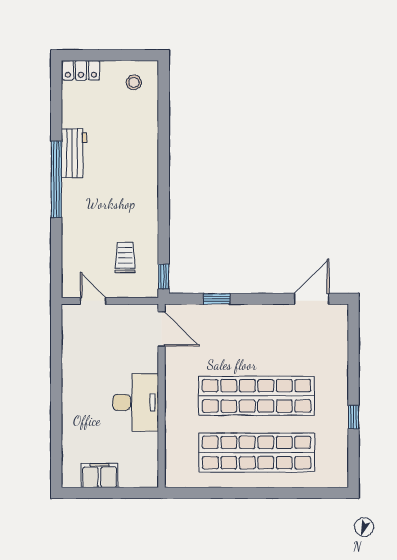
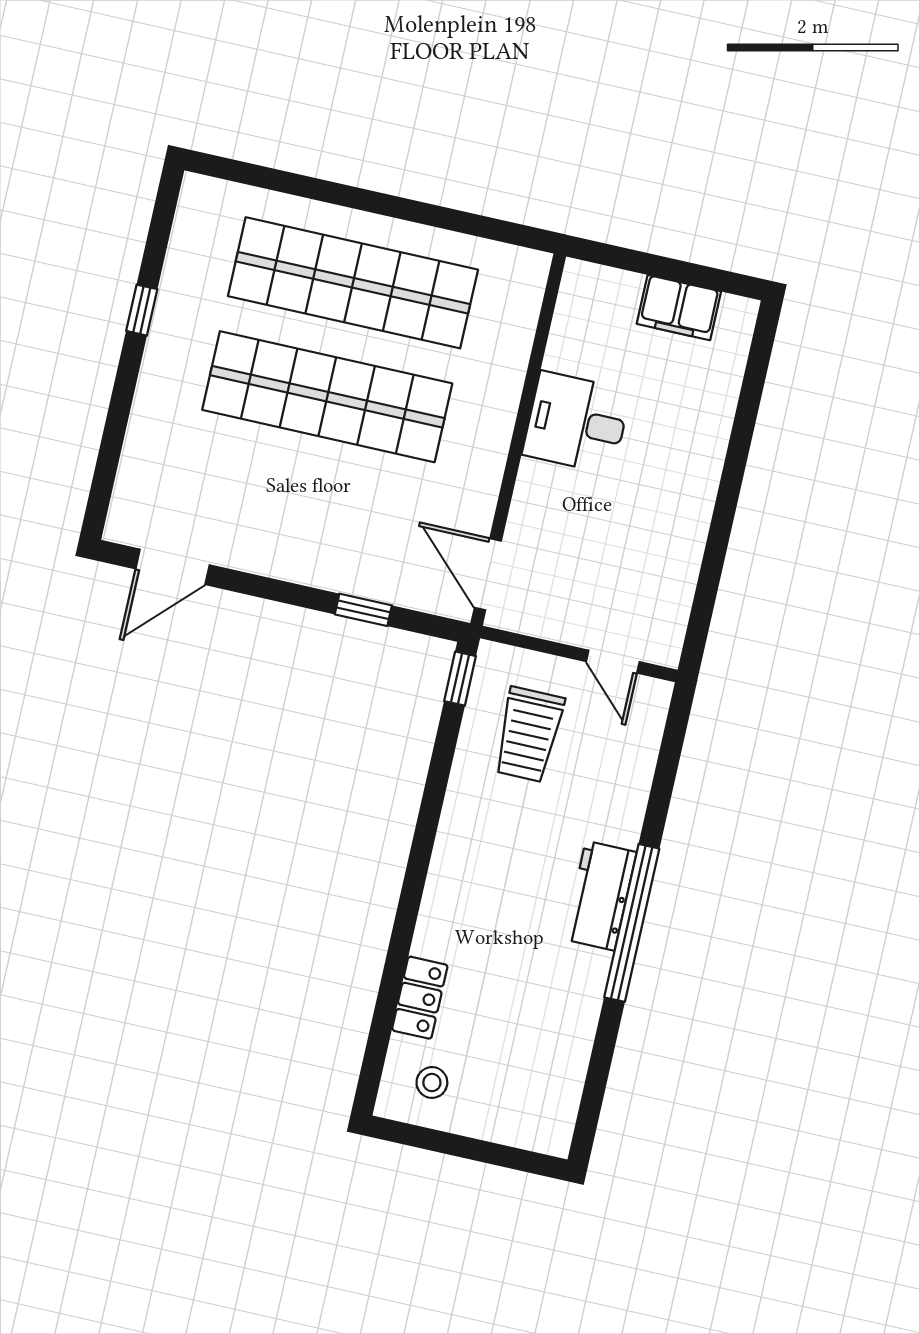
locker: (81, 70) -> (420, 998), moved, turned 90
workbench: (74, 153) -> (600, 896), moved
trolley: (125, 257) -> (529, 735), width x1.36, depth x1.39
desk: (136, 402) -> (577, 423), width x0.73

